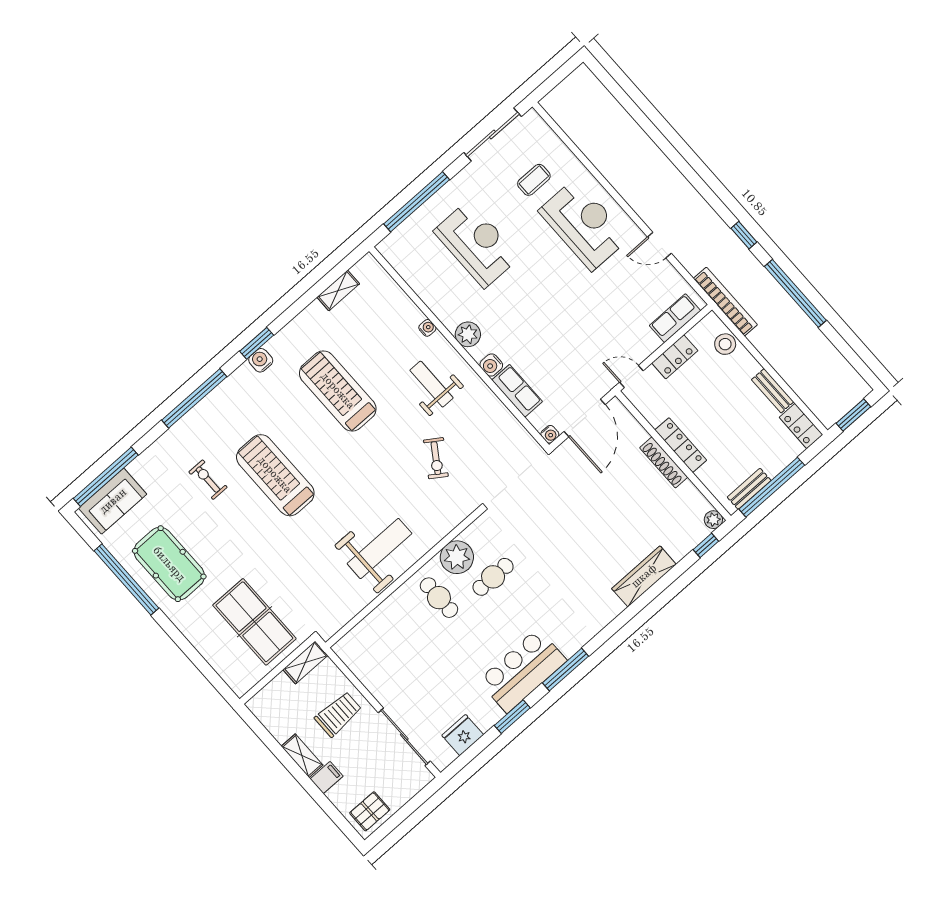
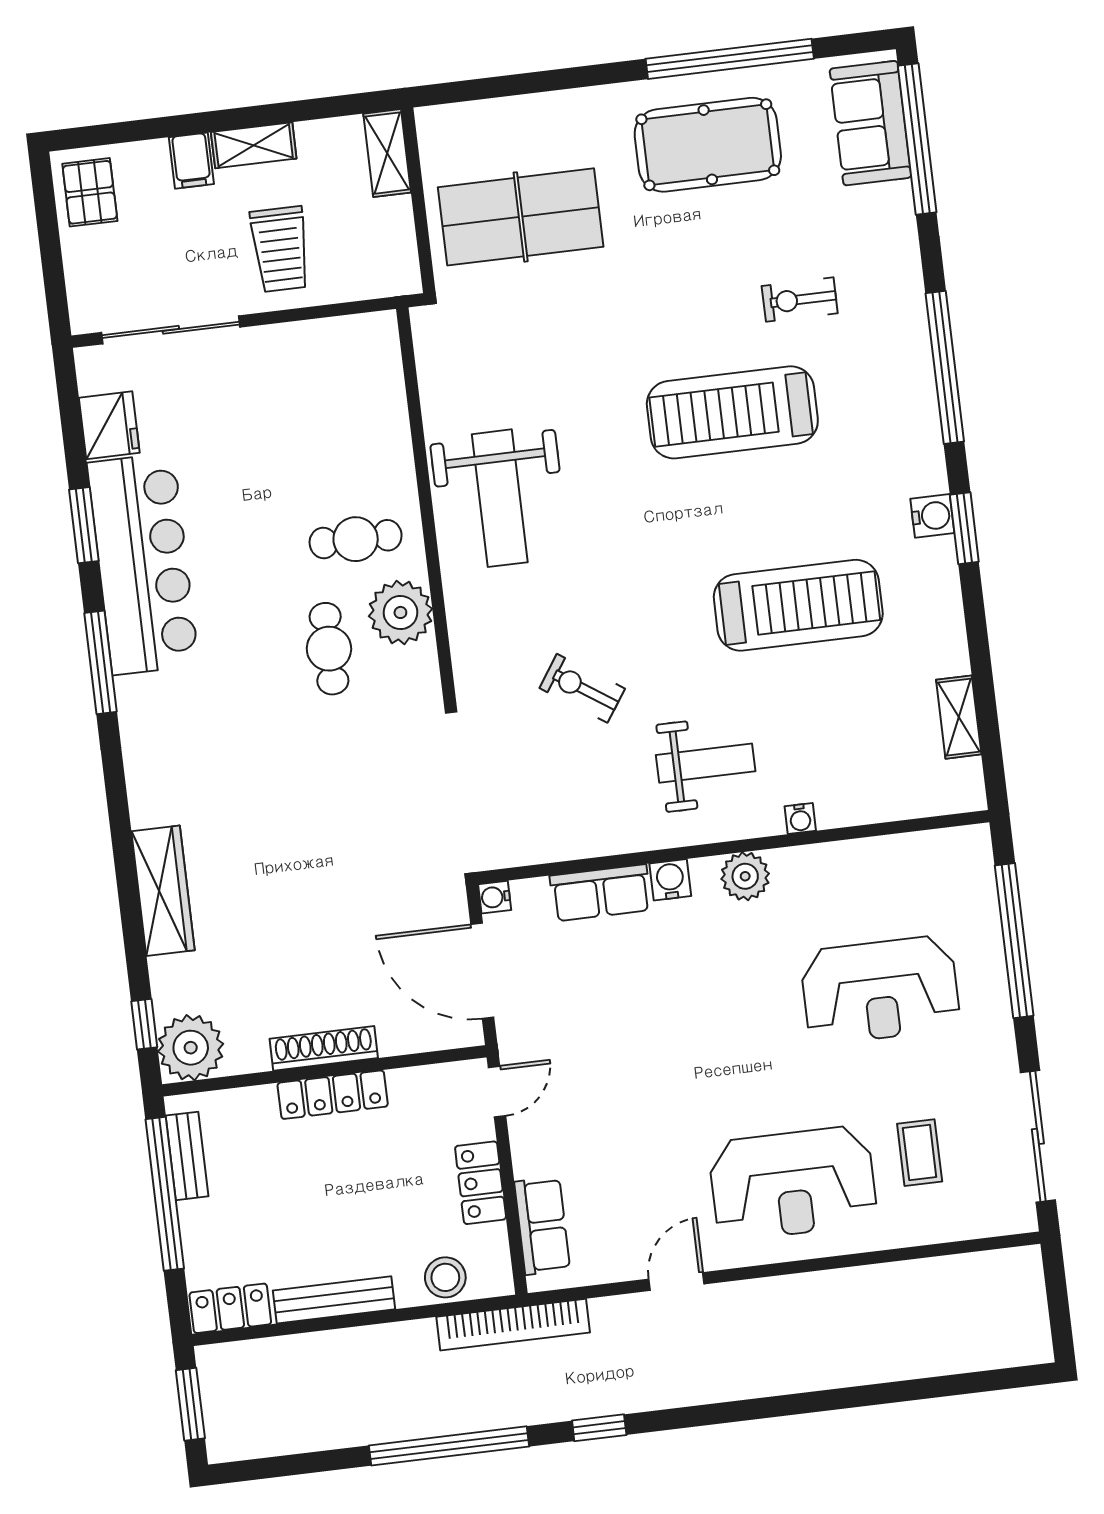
bench: (773, 391) -> (334, 1300), width x1.36
treadmill: (275, 475) -> (732, 412), turned 180
exercise bike: (208, 480) -> (800, 300), turned 180
plant: (713, 520) -> (191, 1048), width x1.88, depth x1.88
shelving: (305, 662) -> (387, 153), moved
bar counter: (523, 671) -> (143, 564), width x1.36

